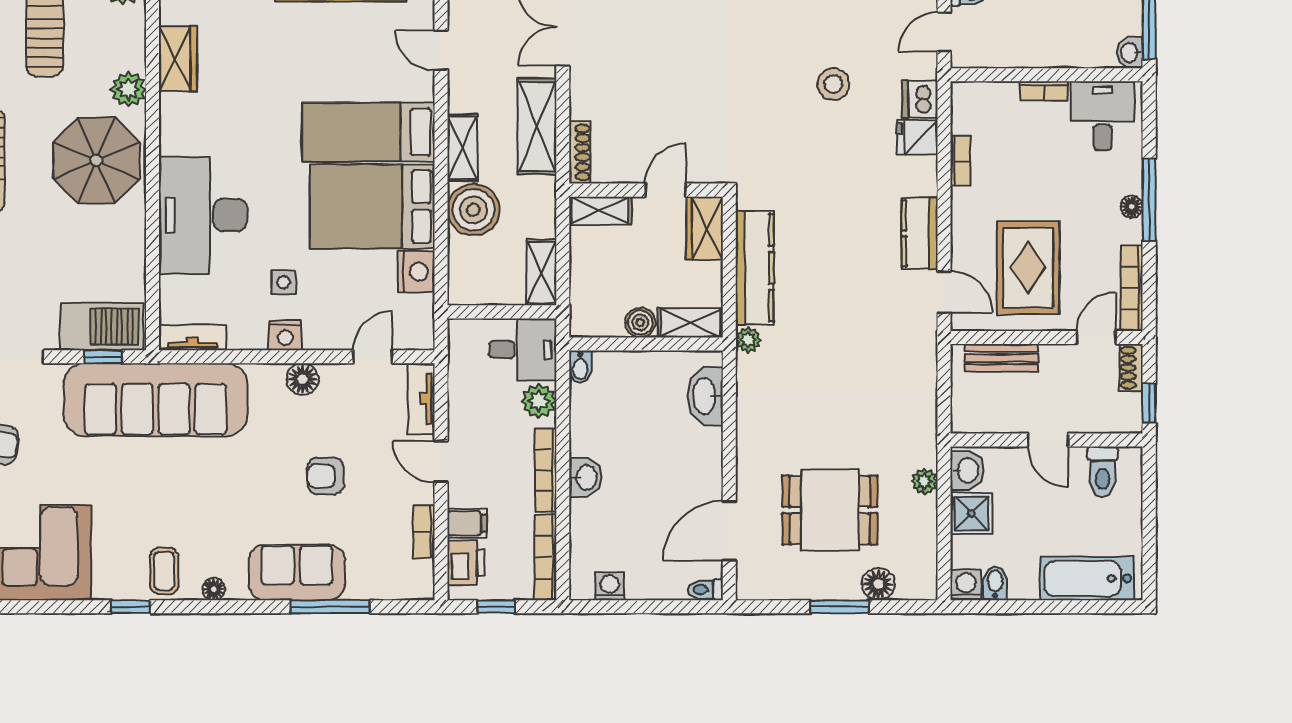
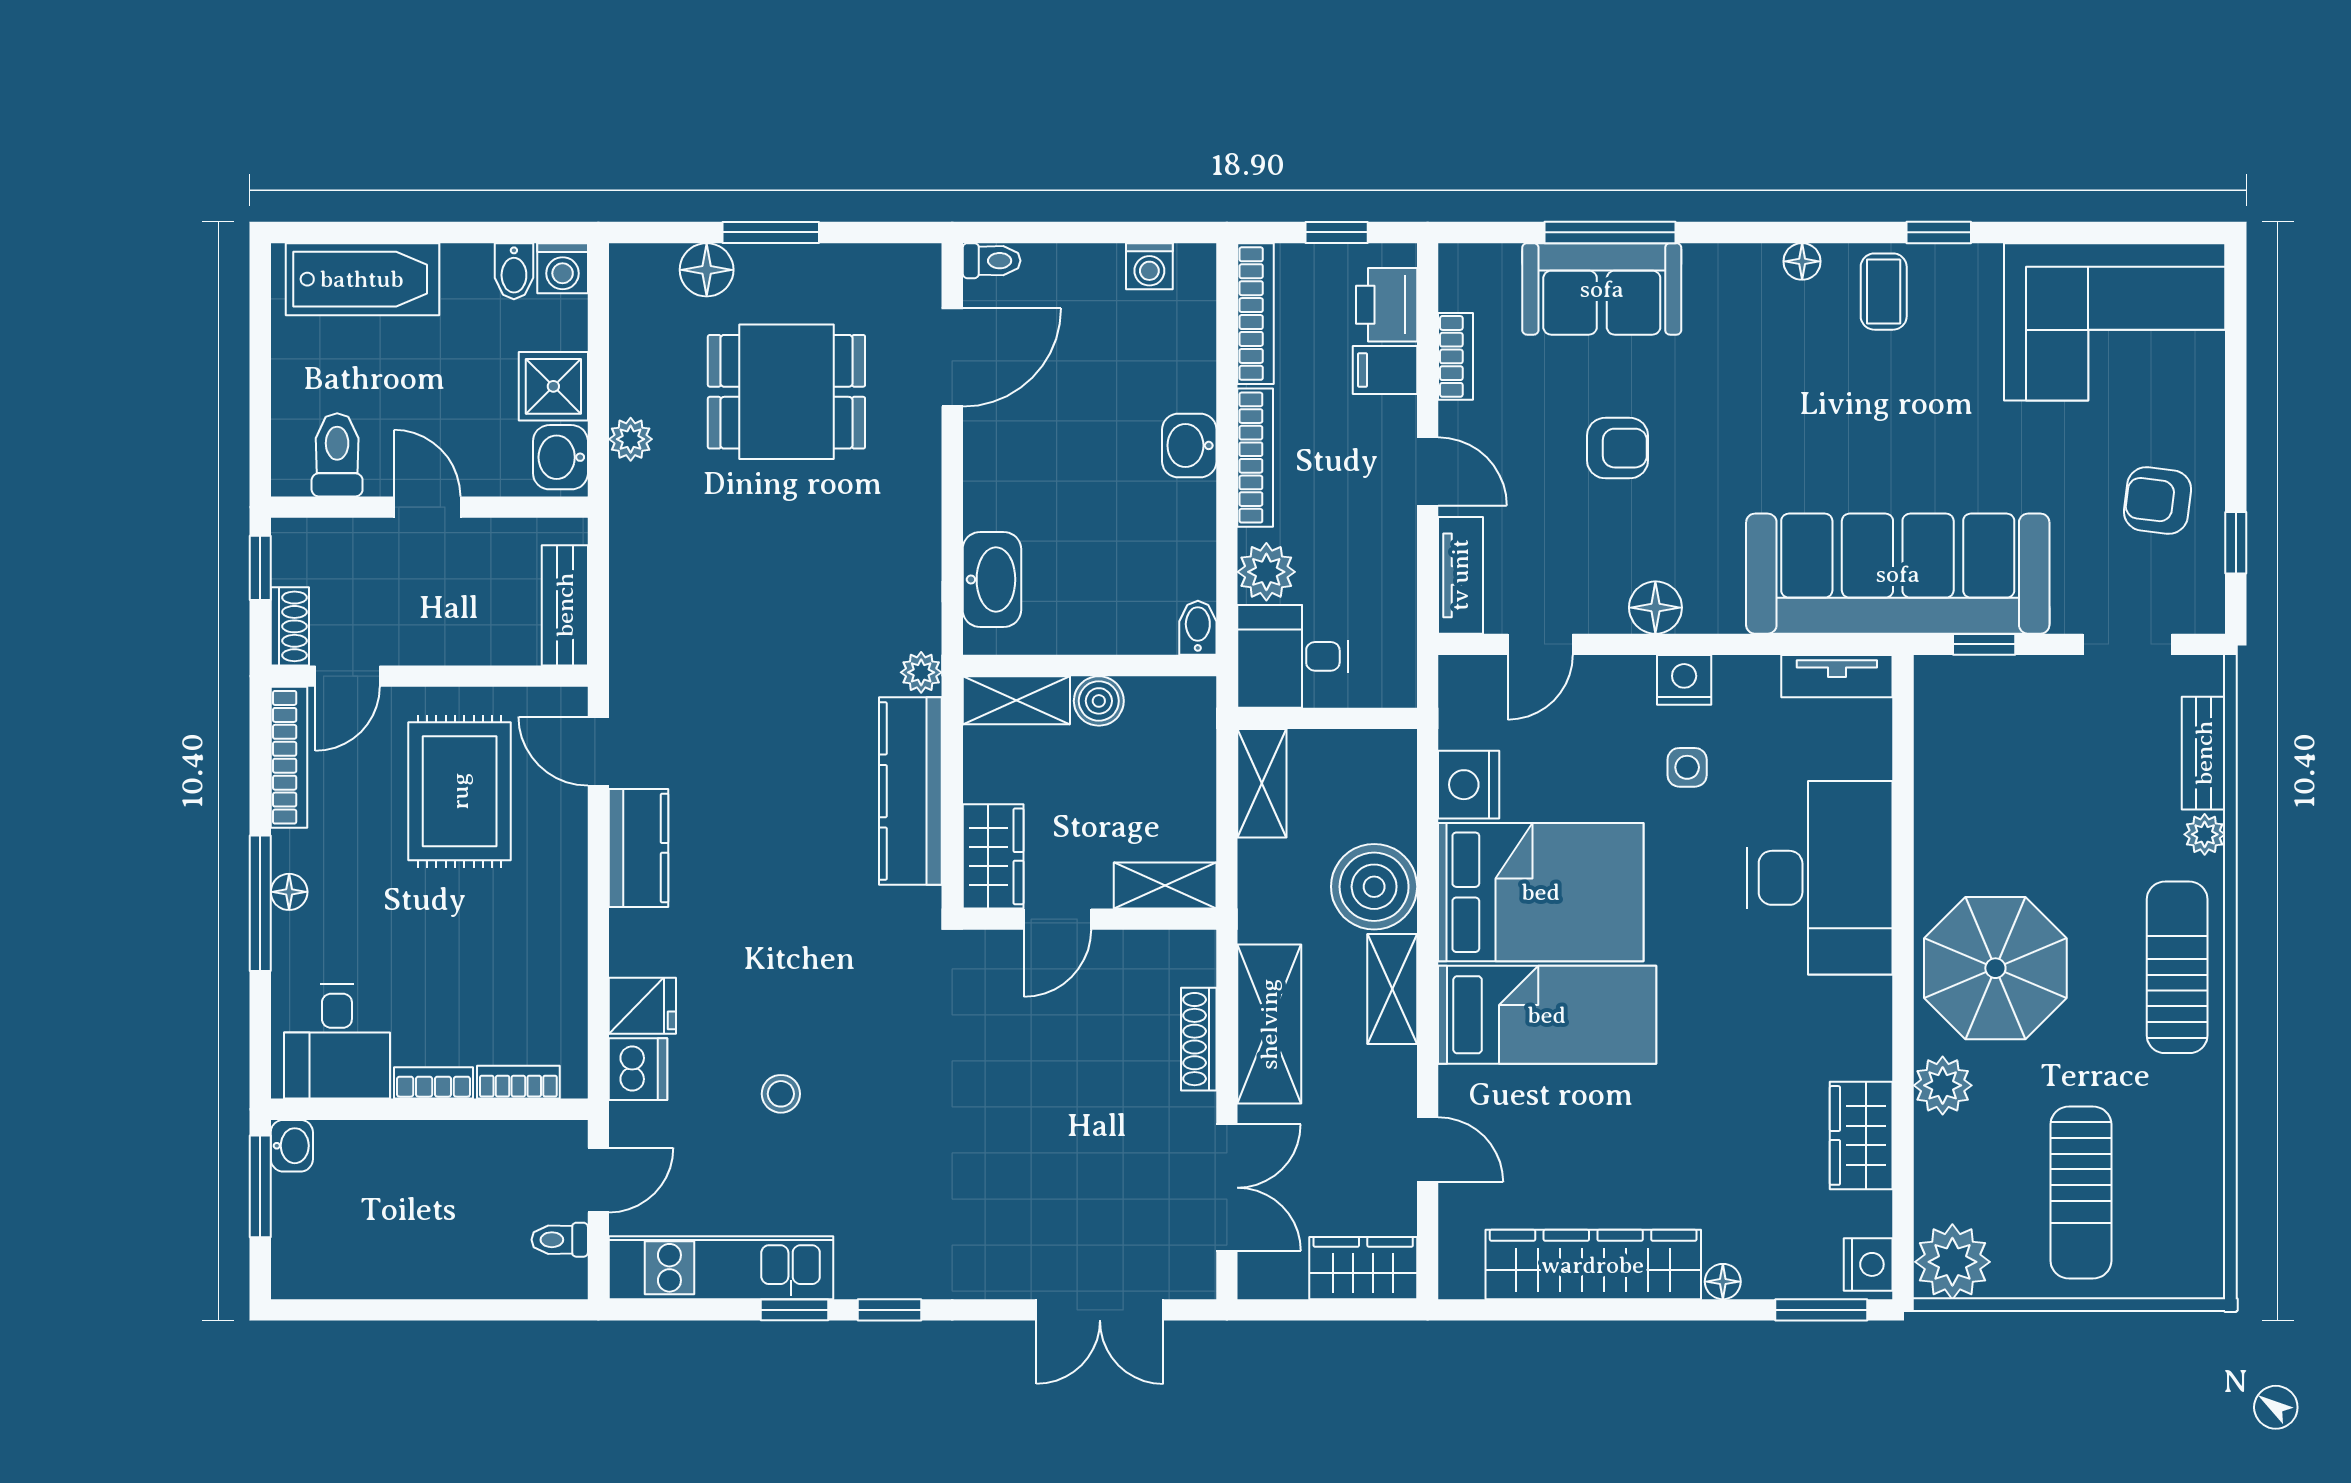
stool: (833, 84) -> (781, 1094), width x0.73, depth x0.73
shoe rack: (580, 152) -> (1199, 1039), moved
bookcase: (960, 161) -> (518, 1082), moved, turned 90
barbecue: (102, 327) -> (1986, 694), removed
bench: (1001, 358) -> (565, 605), moved, turned 90
sofa: (297, 572) -> (1602, 289), moved

